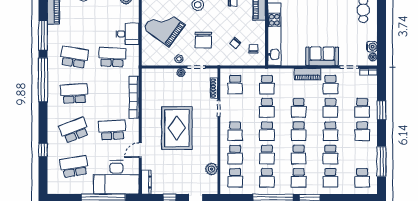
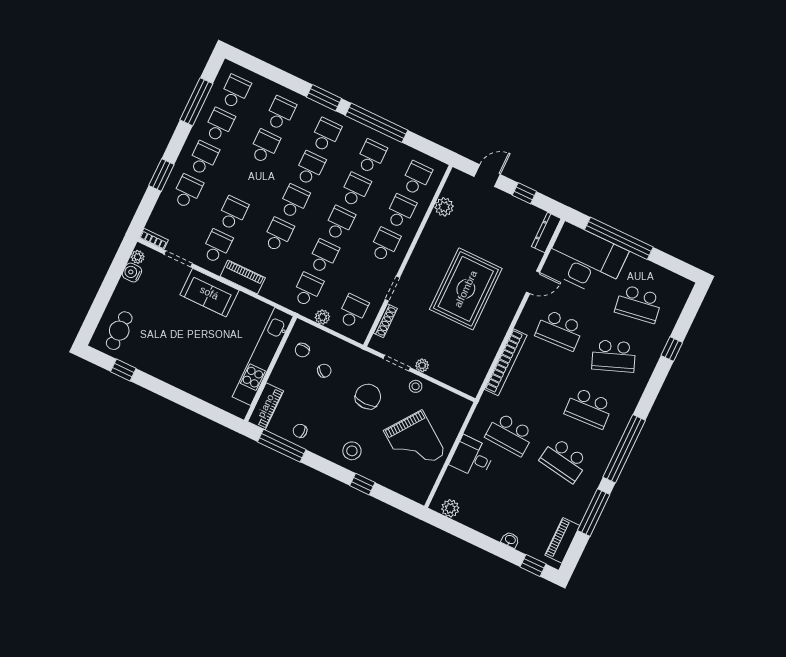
plant: (251, 73) -> (322, 317), added
school desk: (330, 131) -> (219, 125), moved

